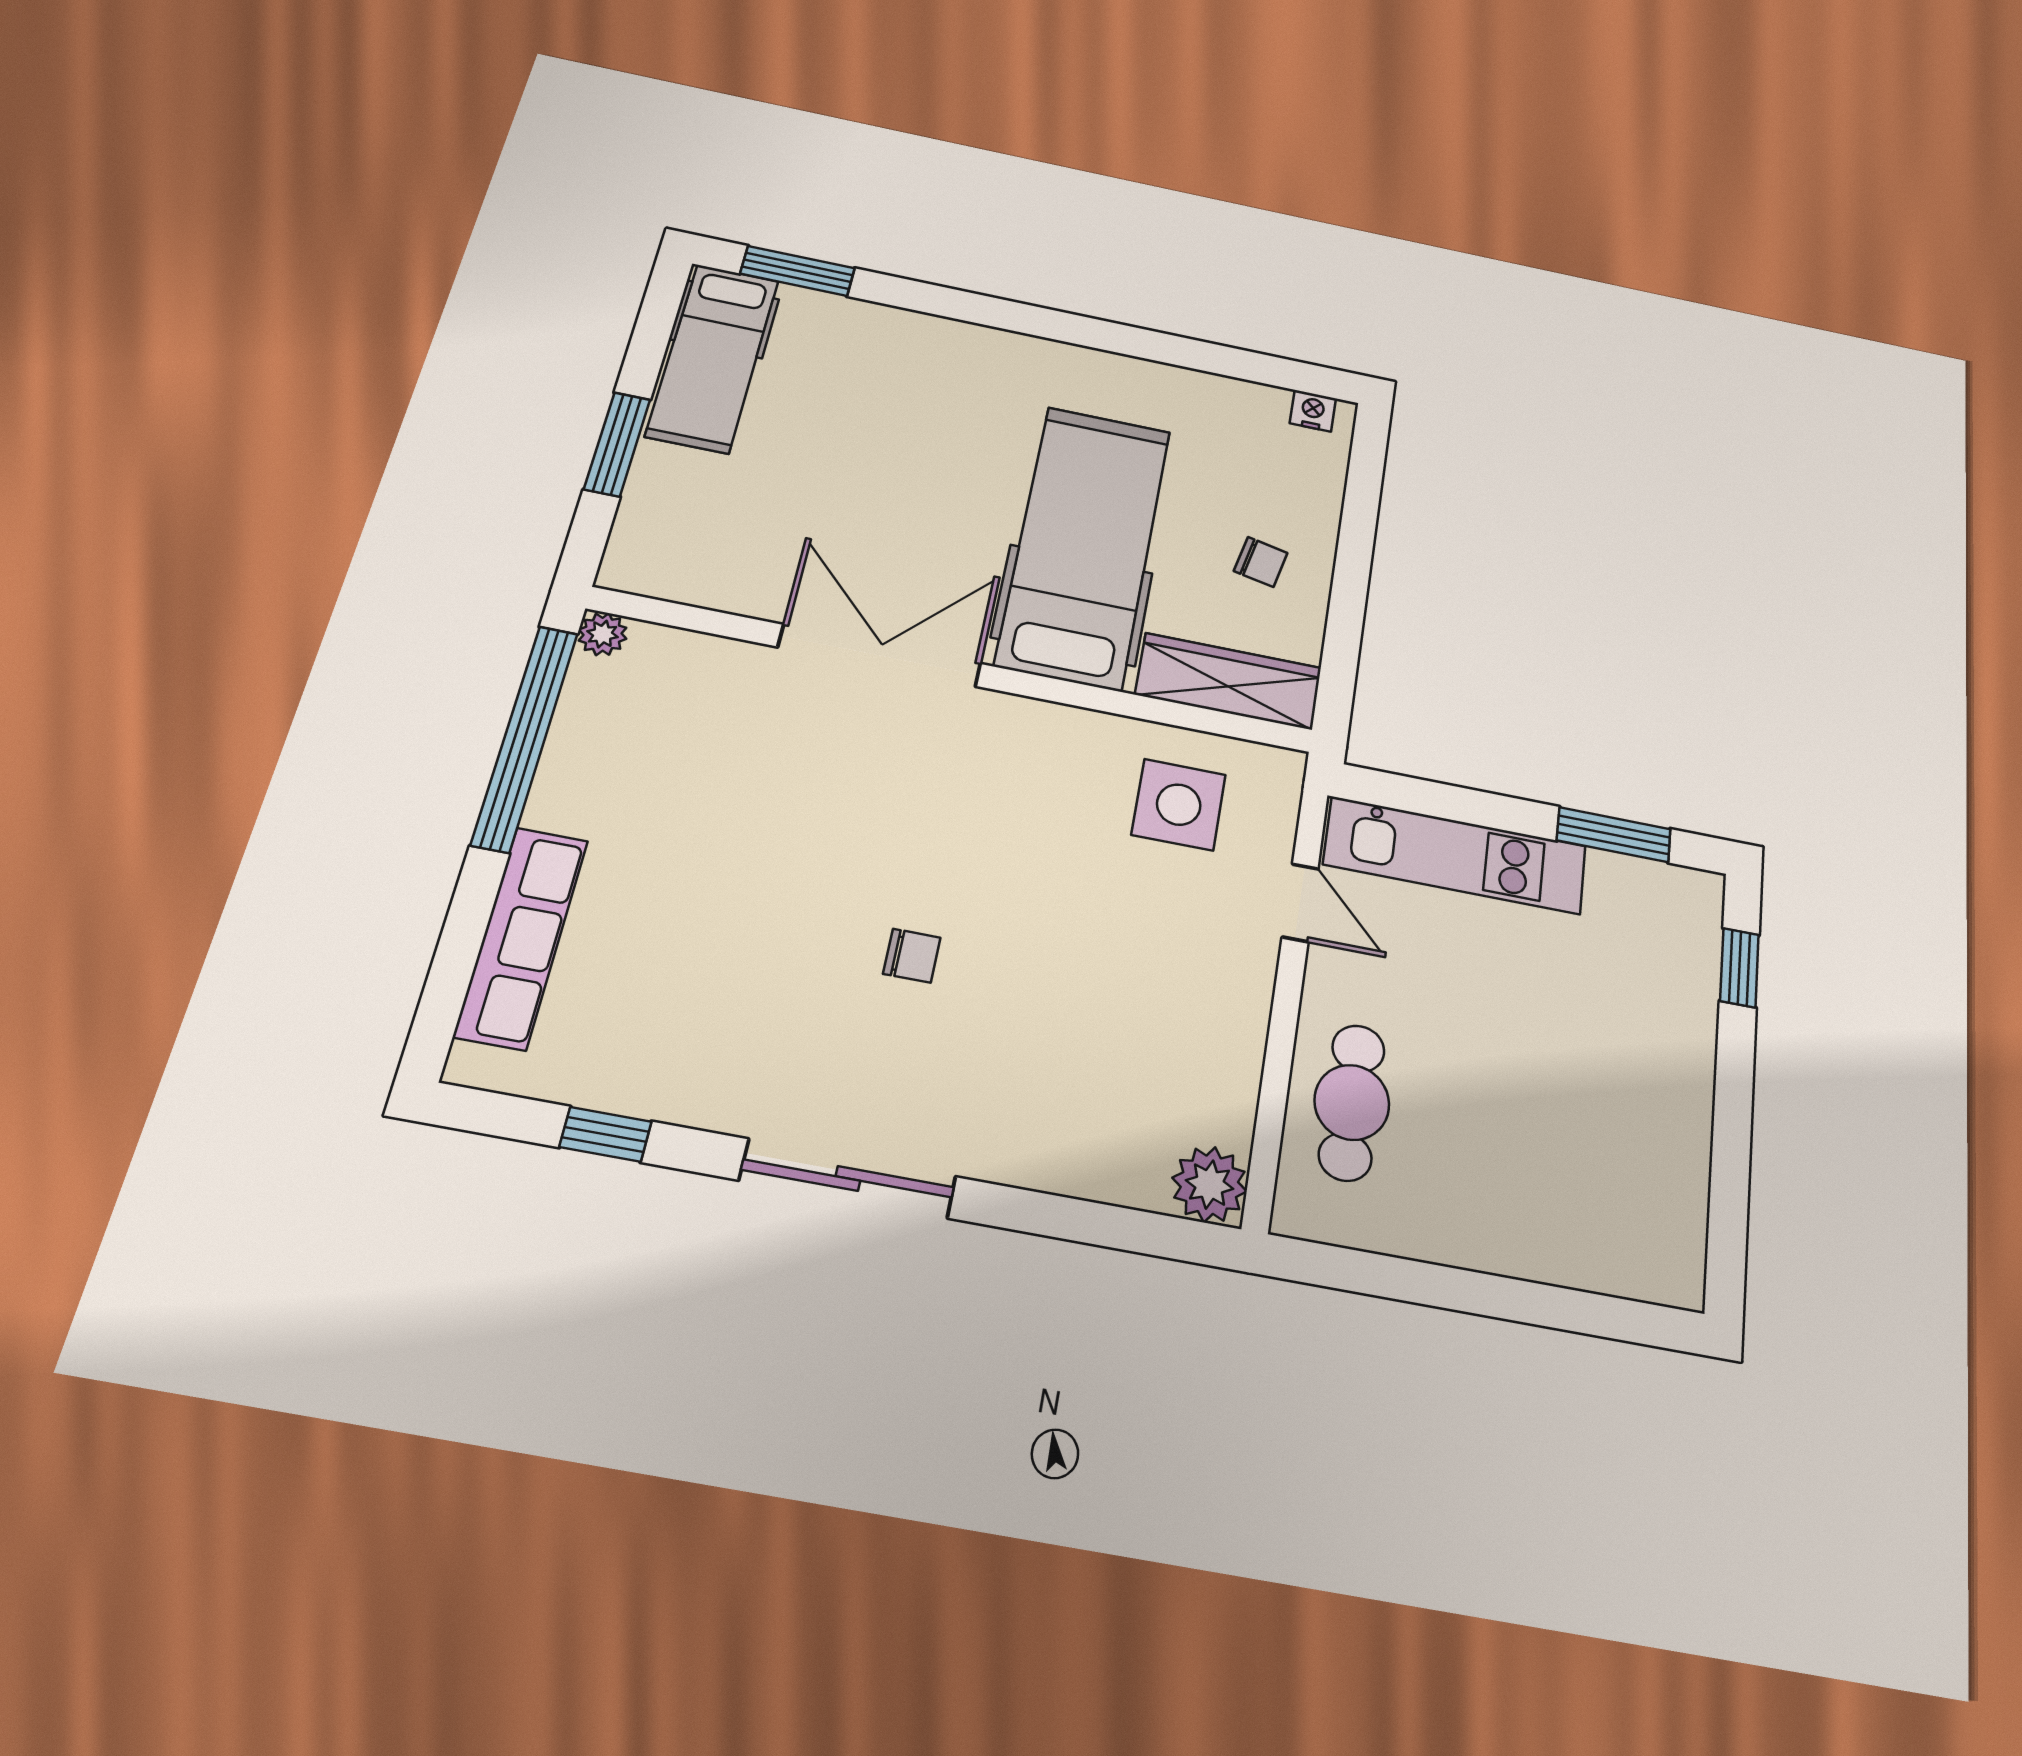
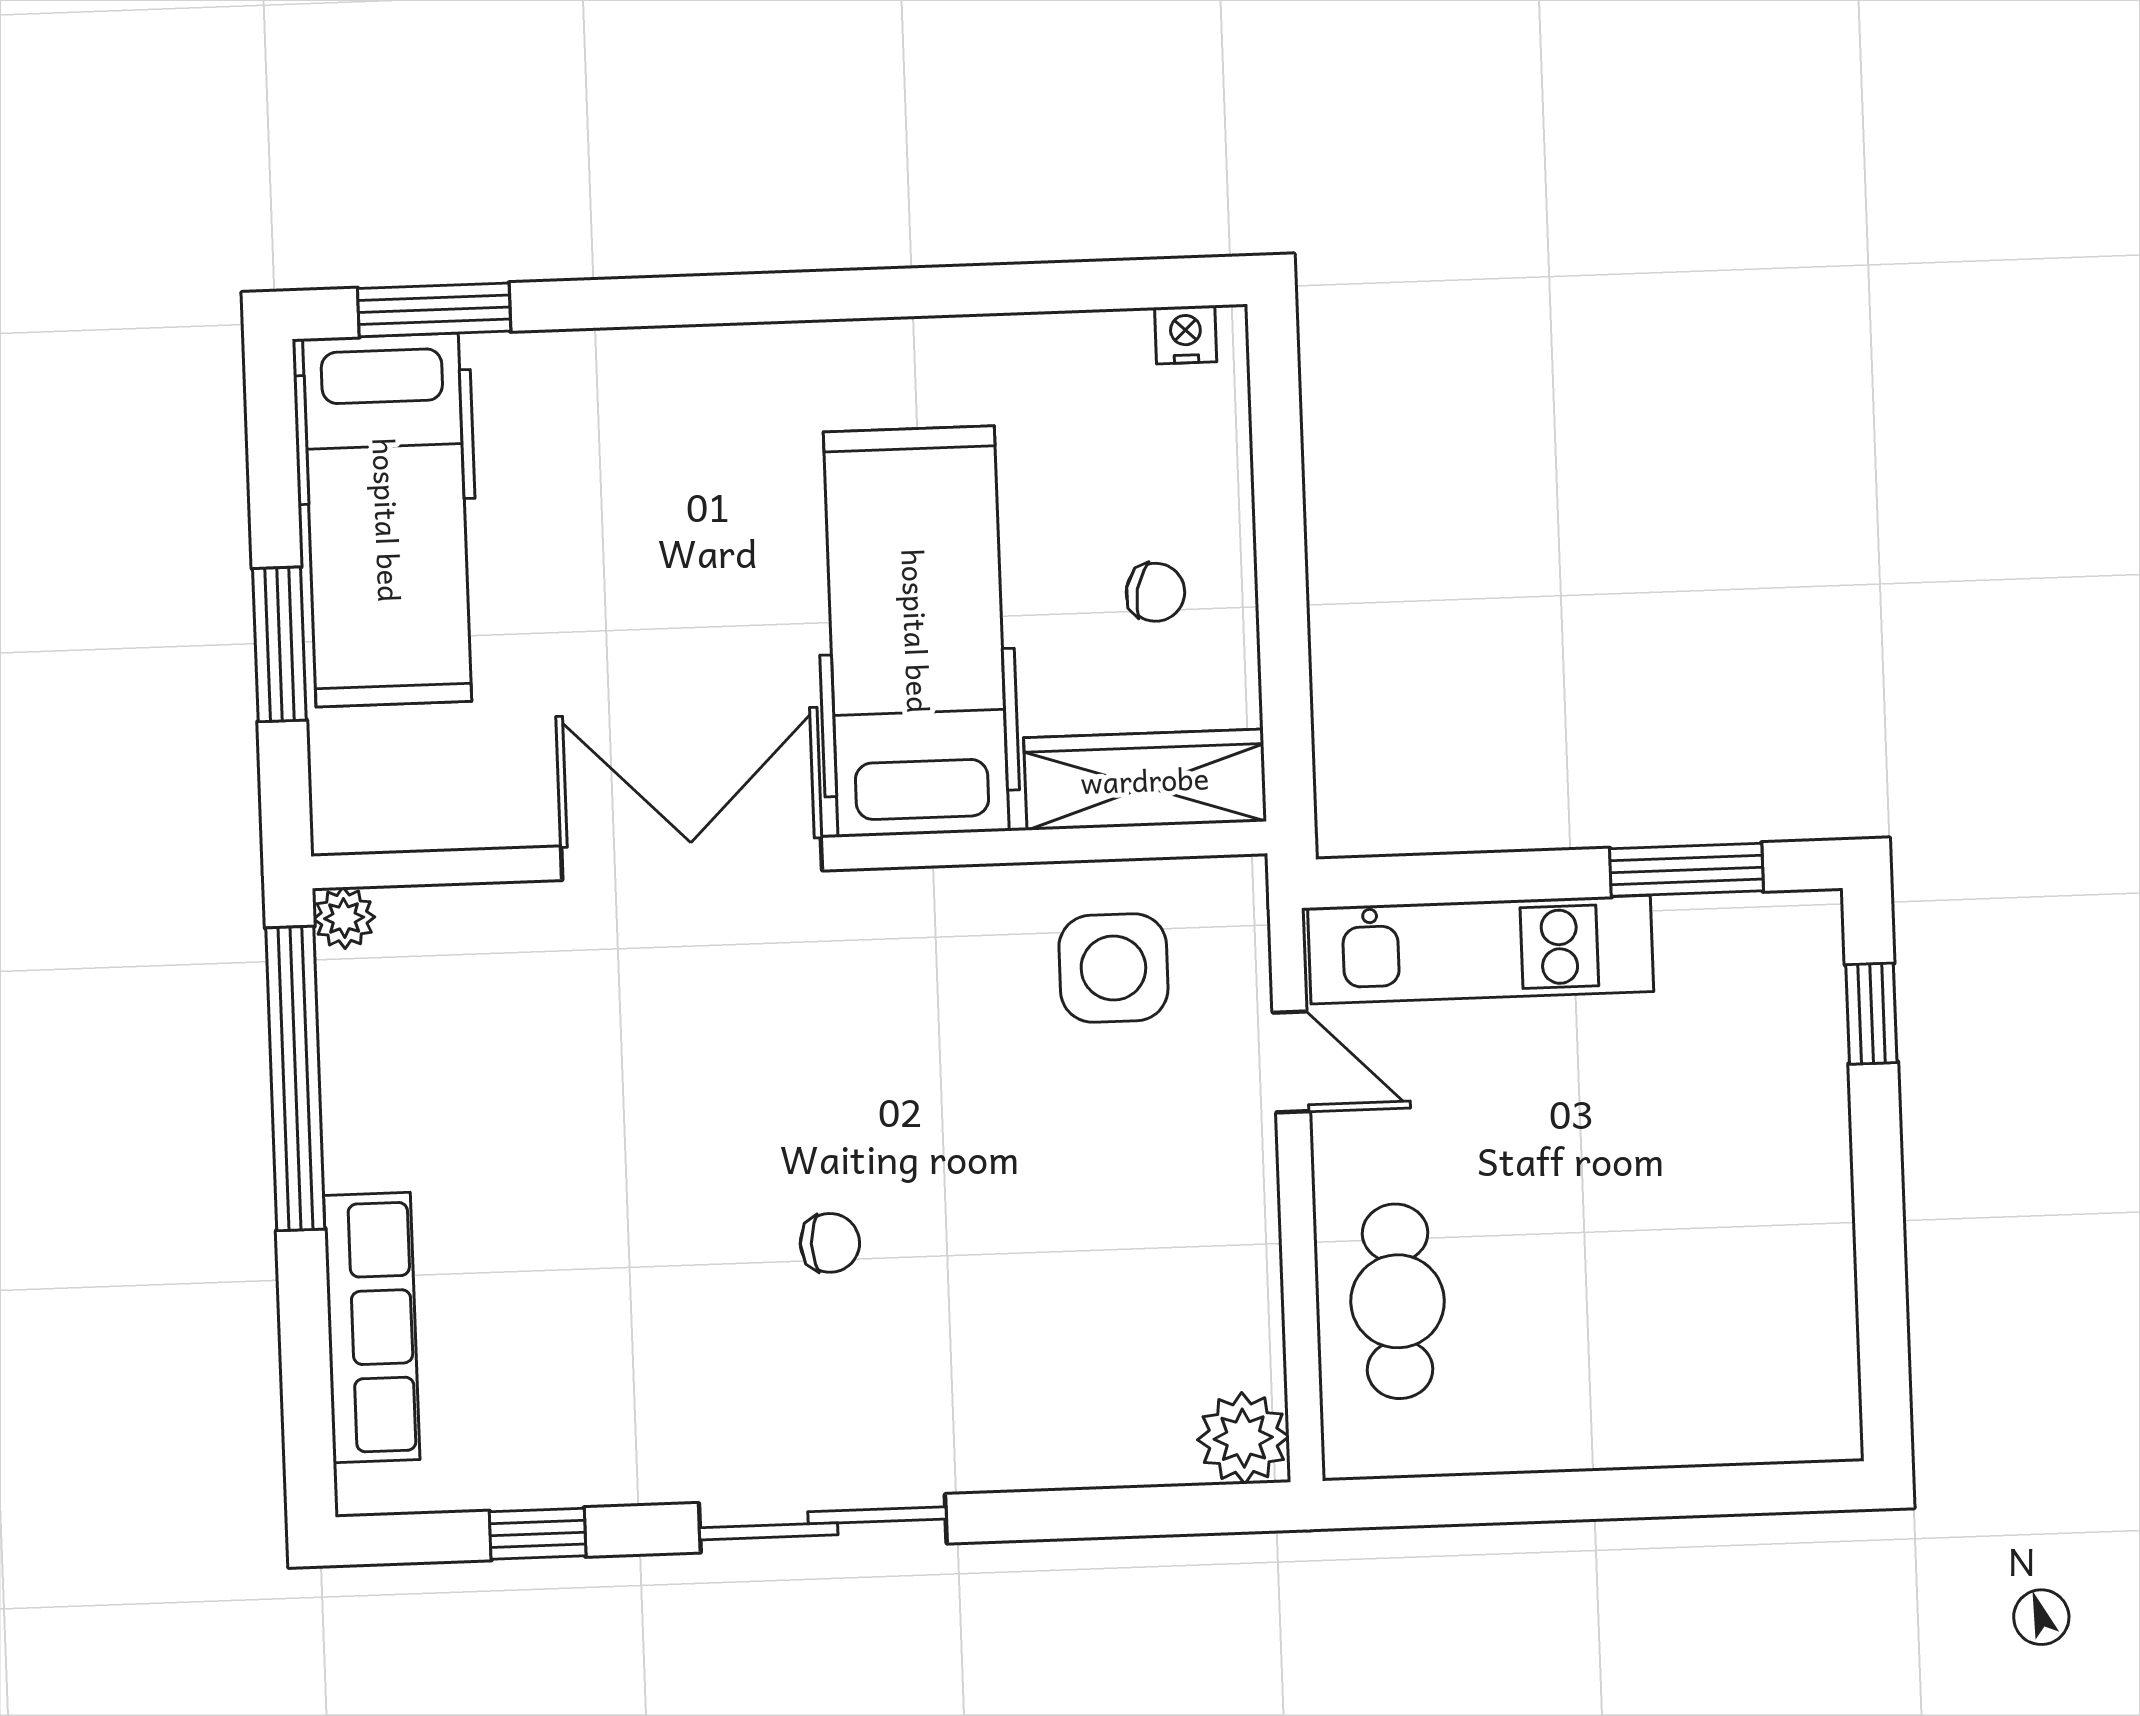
hospital bed: (713, 358) -> (387, 520), width x1.37, depth x1.29

